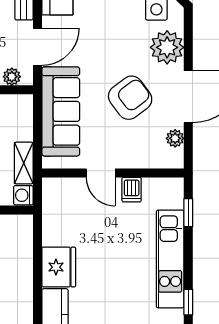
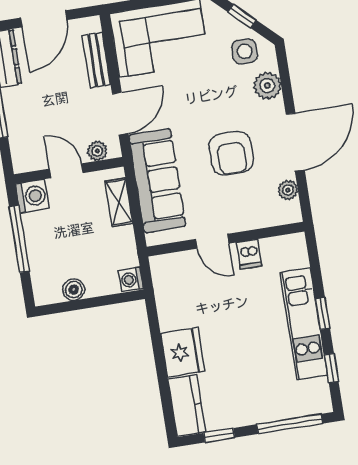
plant: (167, 47) -> (267, 86), width x0.73, depth x0.73
armchair: (130, 98) -> (231, 153), turned 127
shelving: (24, 163) -> (119, 202), moved
window: (188, 213) -> (323, 313), moved

